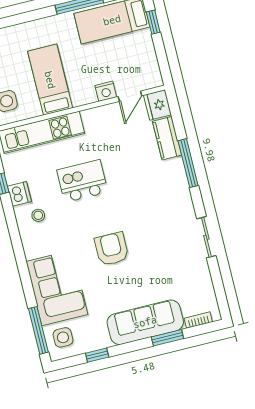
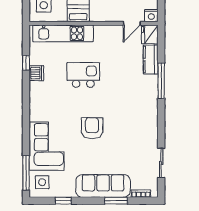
nightstand: (106, 91) -> (151, 16), moved
stool: (38, 215) -> (46, 92), removed
sliding door: (206, 237) -> (161, 163), moved

